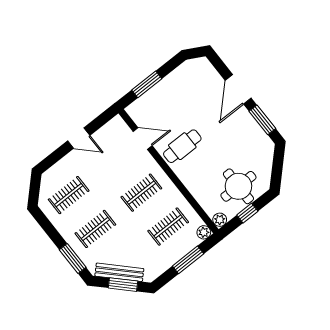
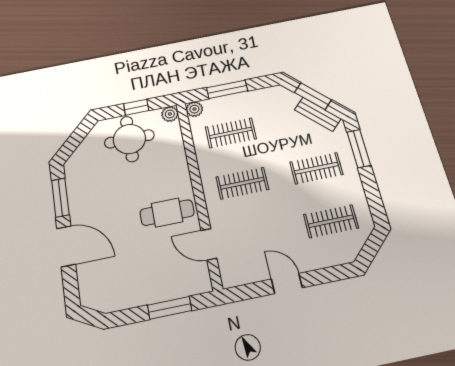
door: (238, 89) -> (66, 246), hinge flipped
bench: (119, 272) -> (318, 114), width x0.73

